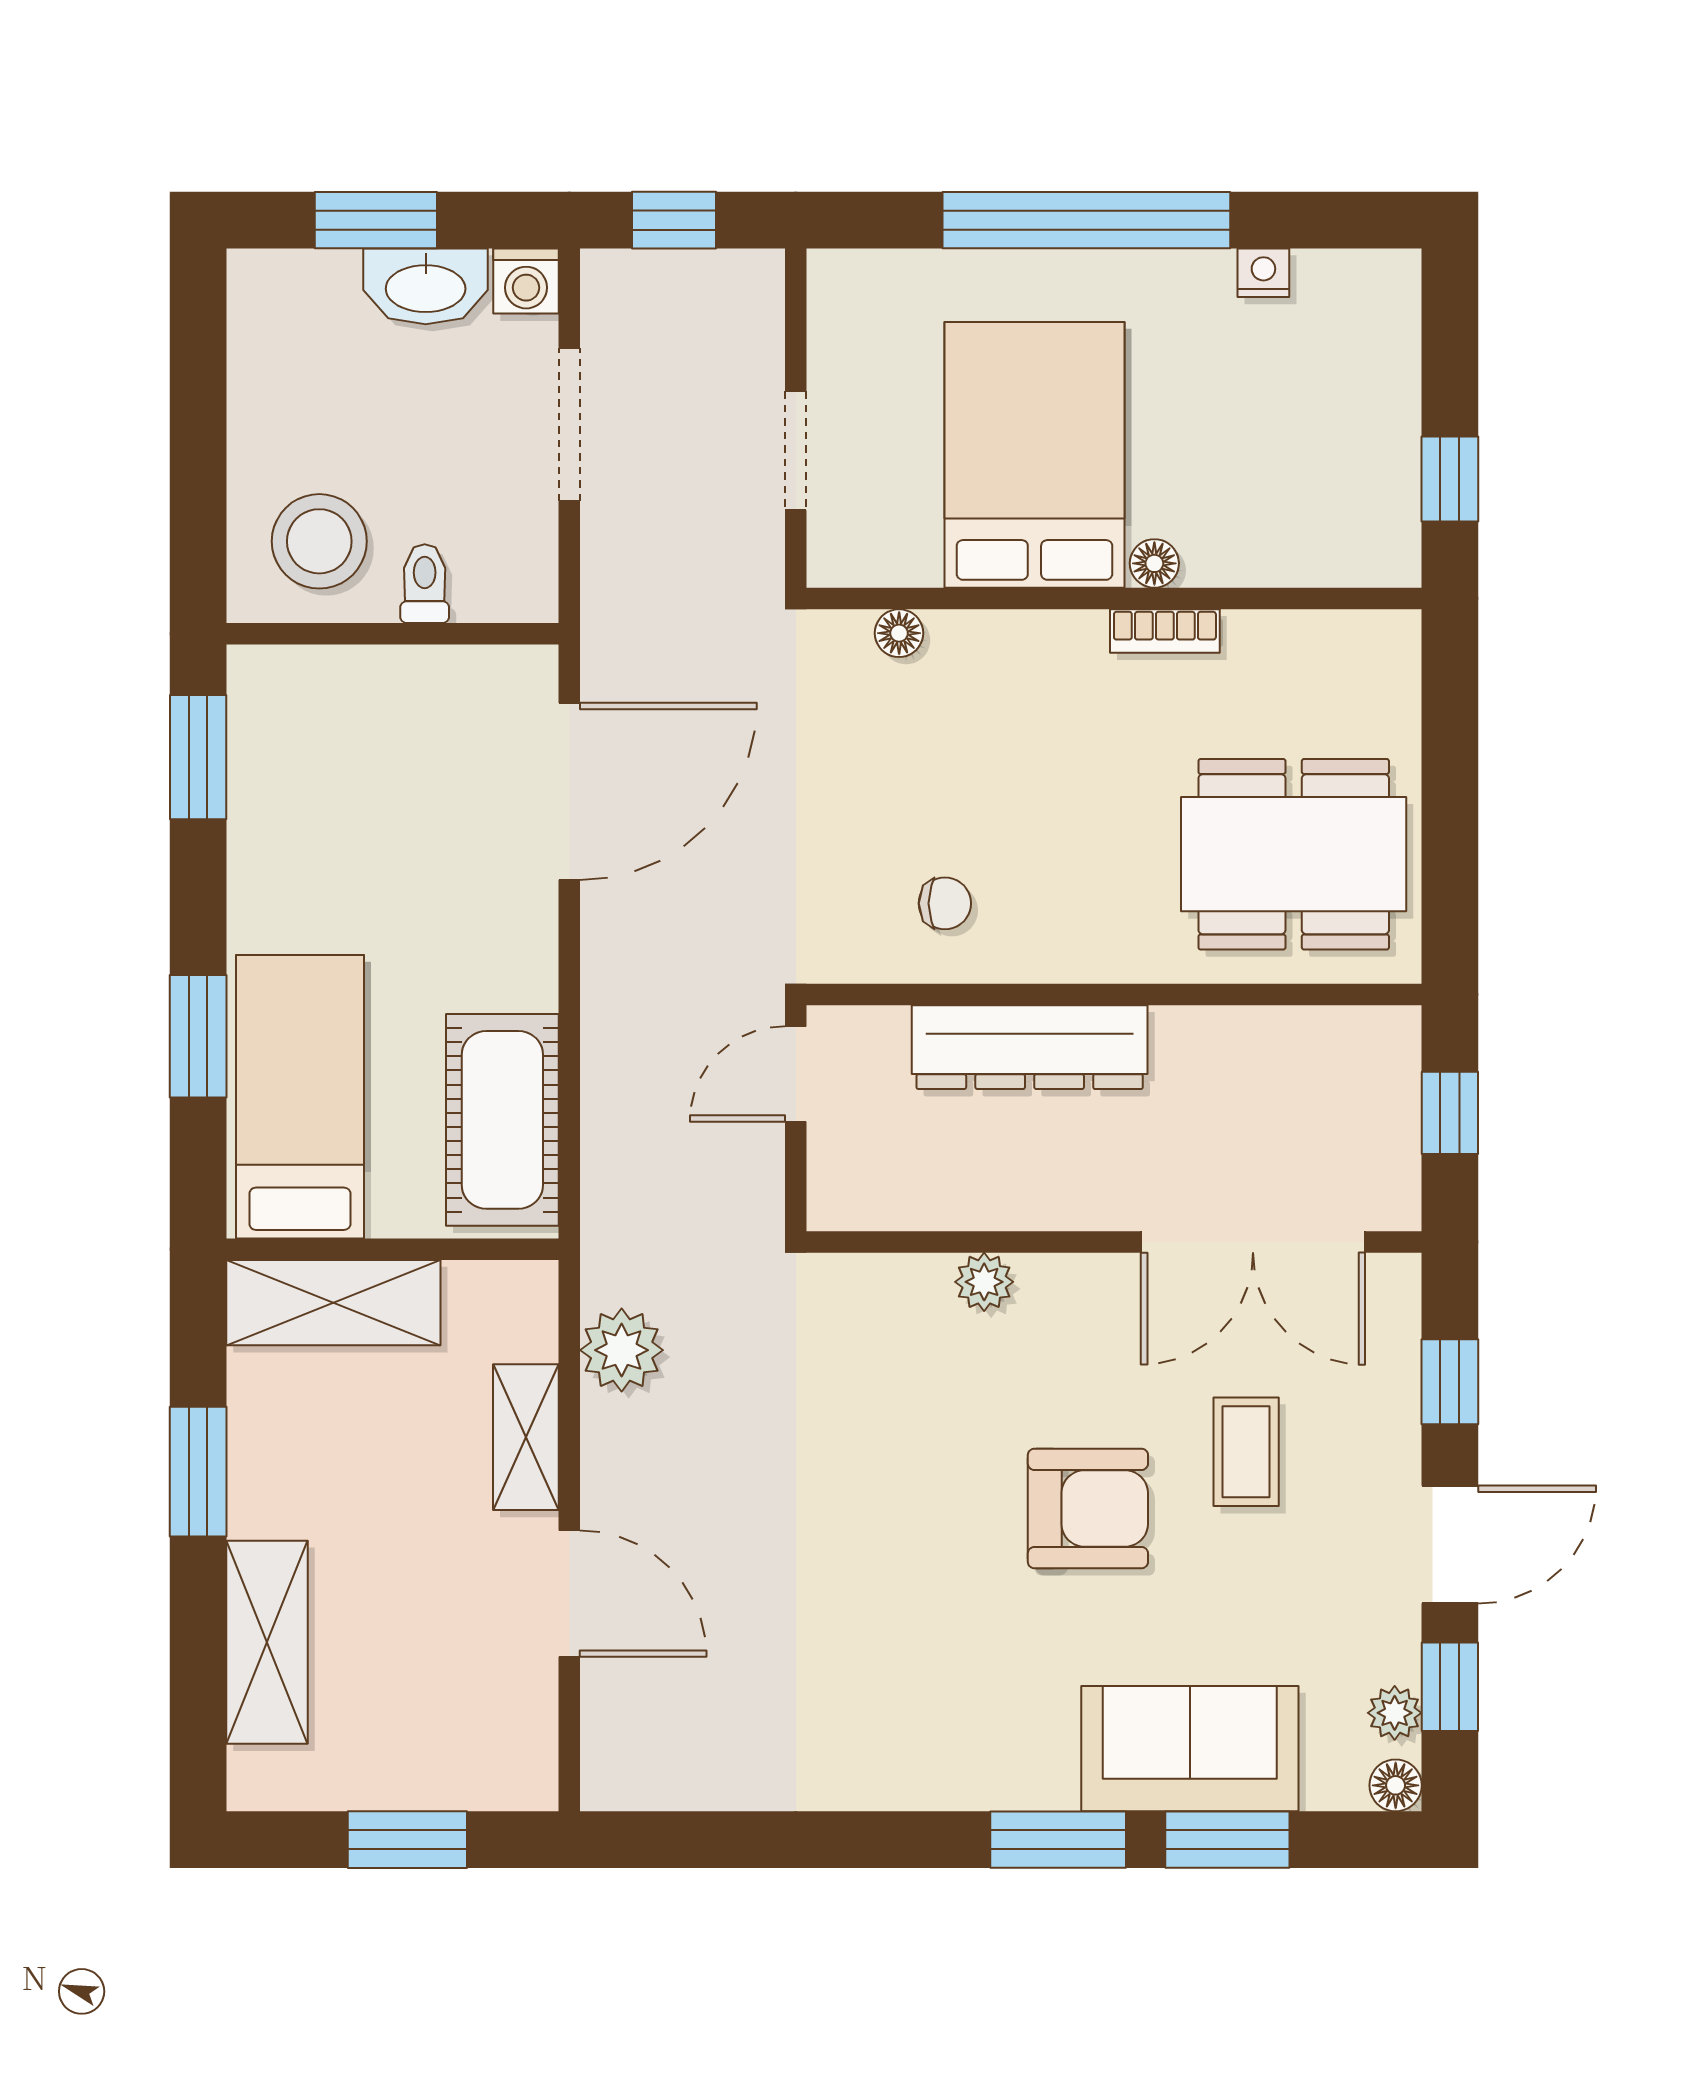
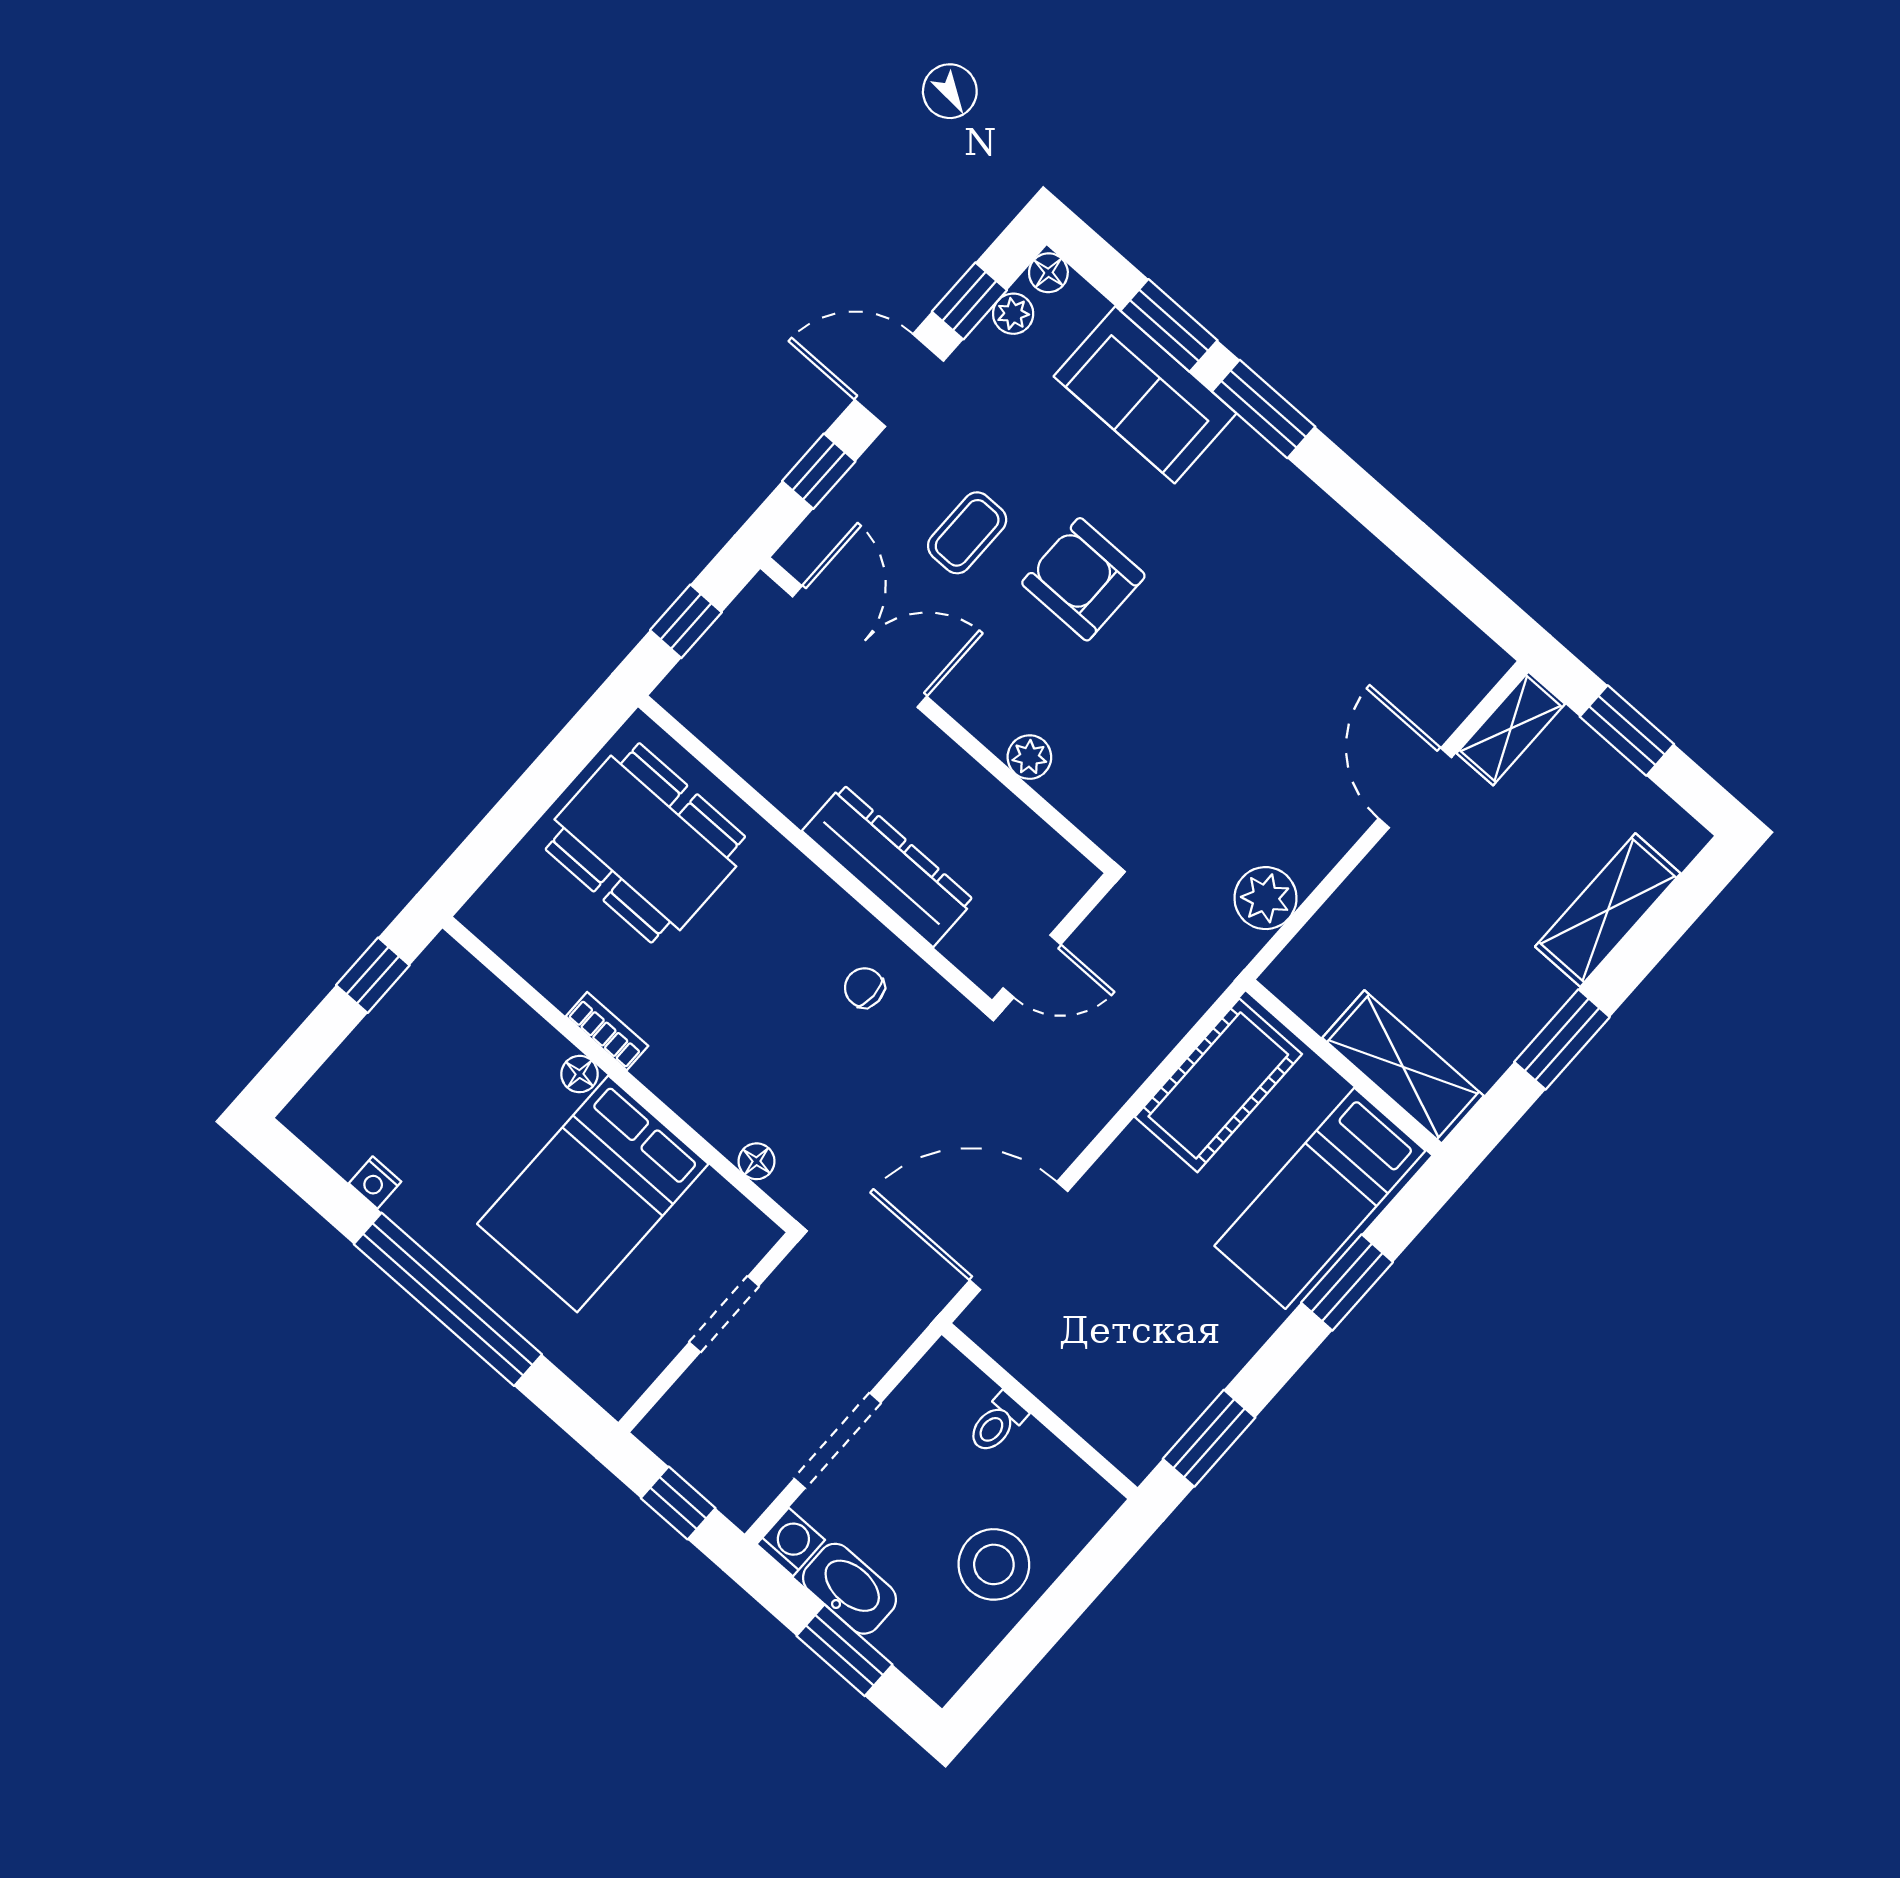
stool: (319, 541) -> (994, 1564), moved
shelving: (526, 1437) -> (1511, 728), moved

